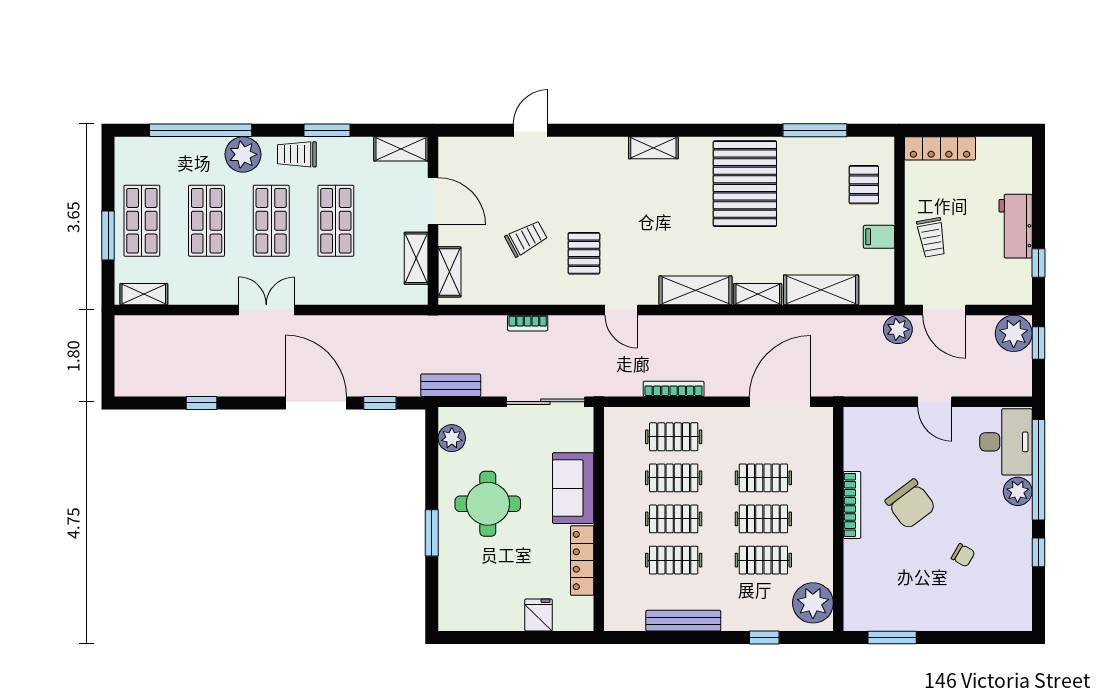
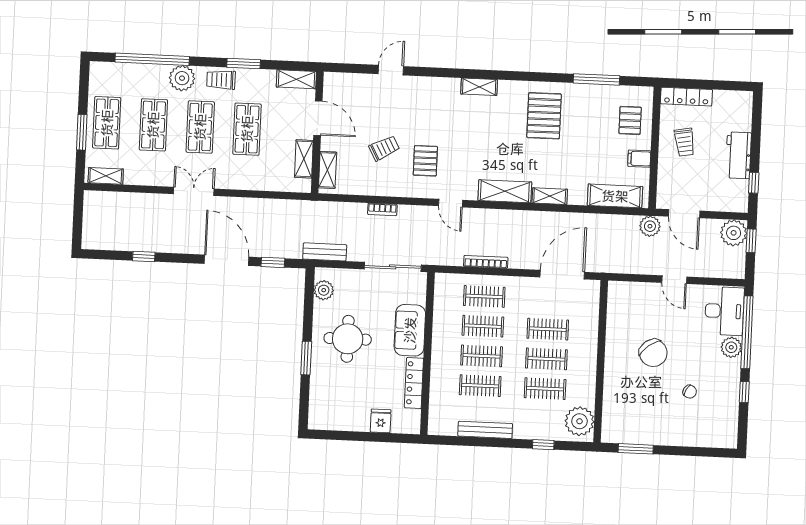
pallet: (745, 184) -> (544, 116), width x0.73, depth x0.71
trolley: (932, 238) -> (685, 142), moved
shelving: (821, 290) -> (615, 196), moved
bookcase: (852, 505) -> (611, 352), removed

